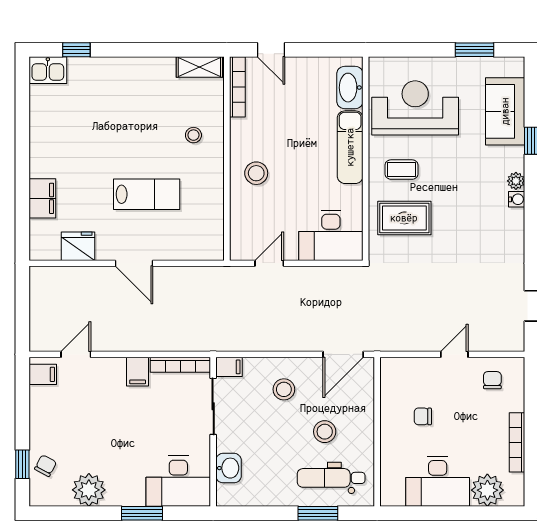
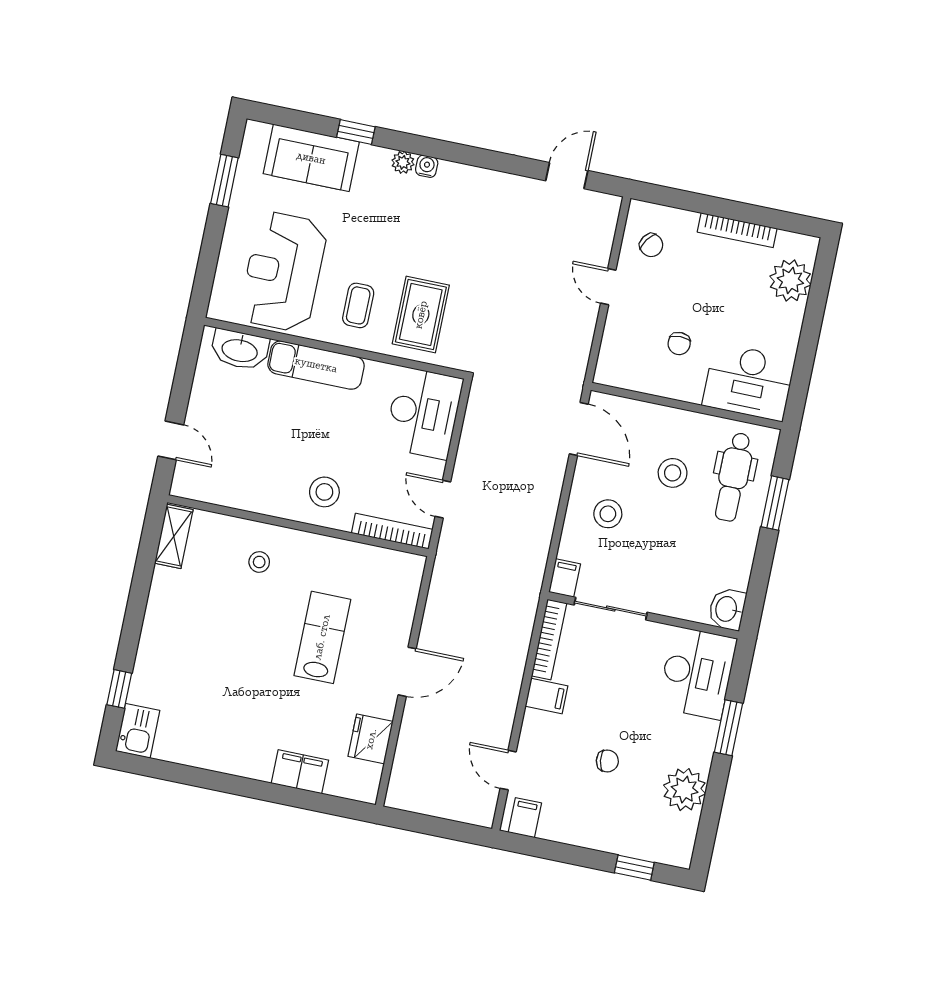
door: (271, 50) -> (171, 440), hinge flipped
bookcase: (237, 87) -> (392, 531), moved
chair: (492, 380) -> (651, 245), turned -145
chair: (46, 466) -> (607, 761), moved, turned 144
washbasin: (229, 468) -> (727, 609), moved, turned -90
desk: (438, 481) -> (749, 382), moved, turned 90

